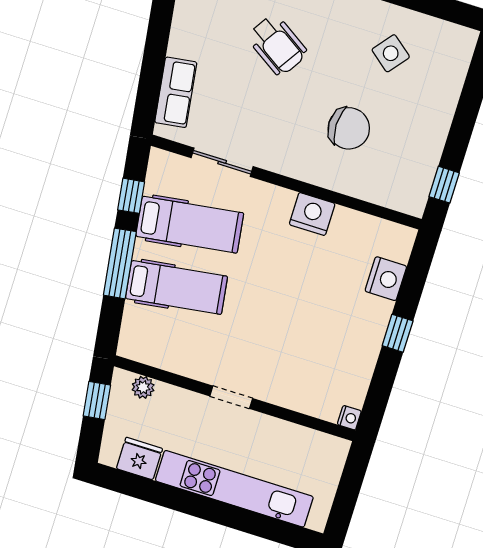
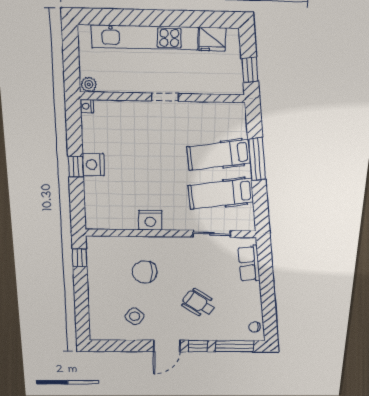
window: (131, 196) -> (260, 200), removed
nightstand: (386, 279) -> (93, 165), moved
plant: (143, 387) -> (89, 84), moved

